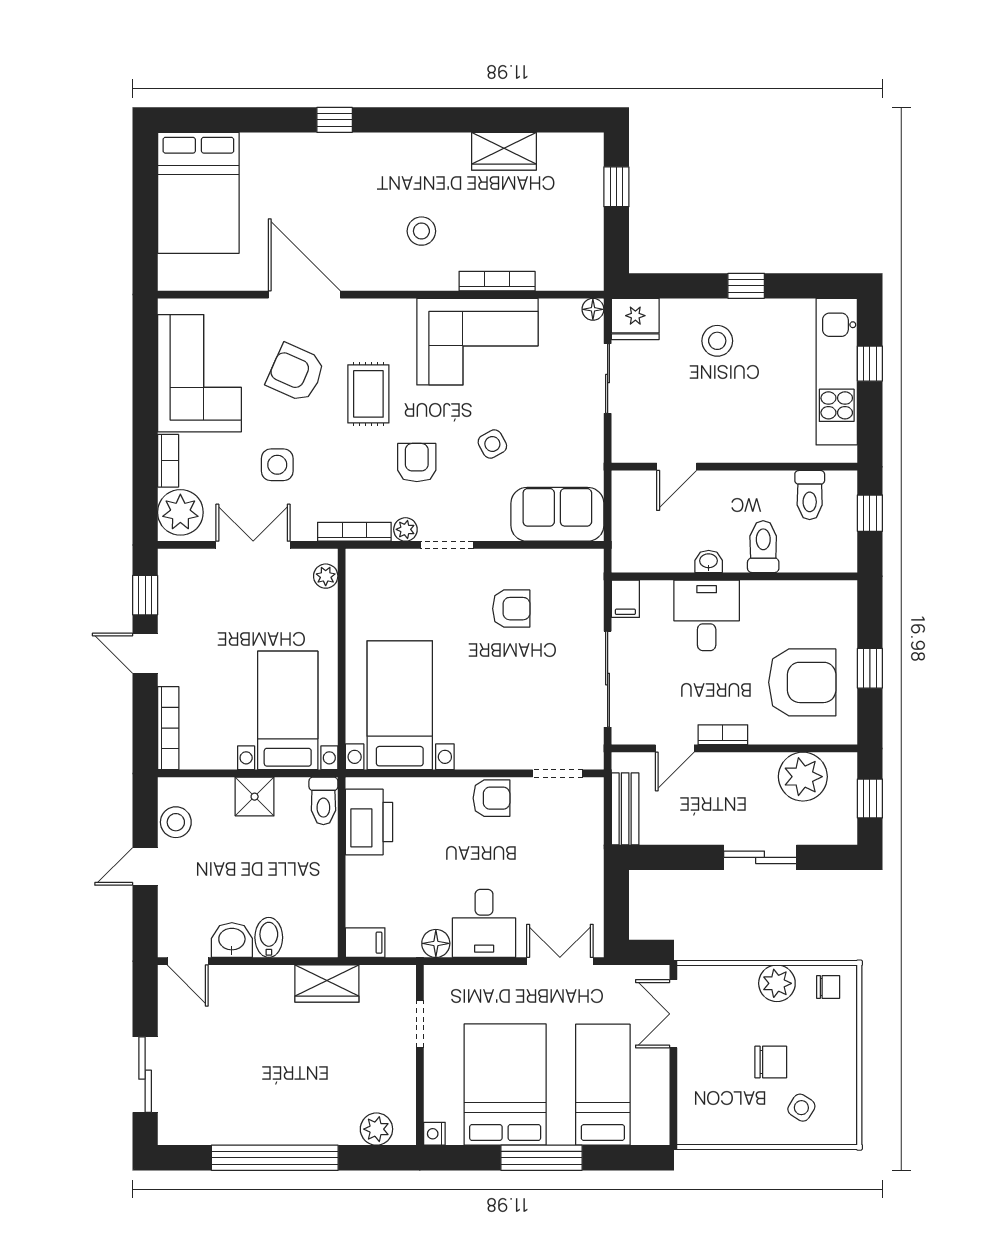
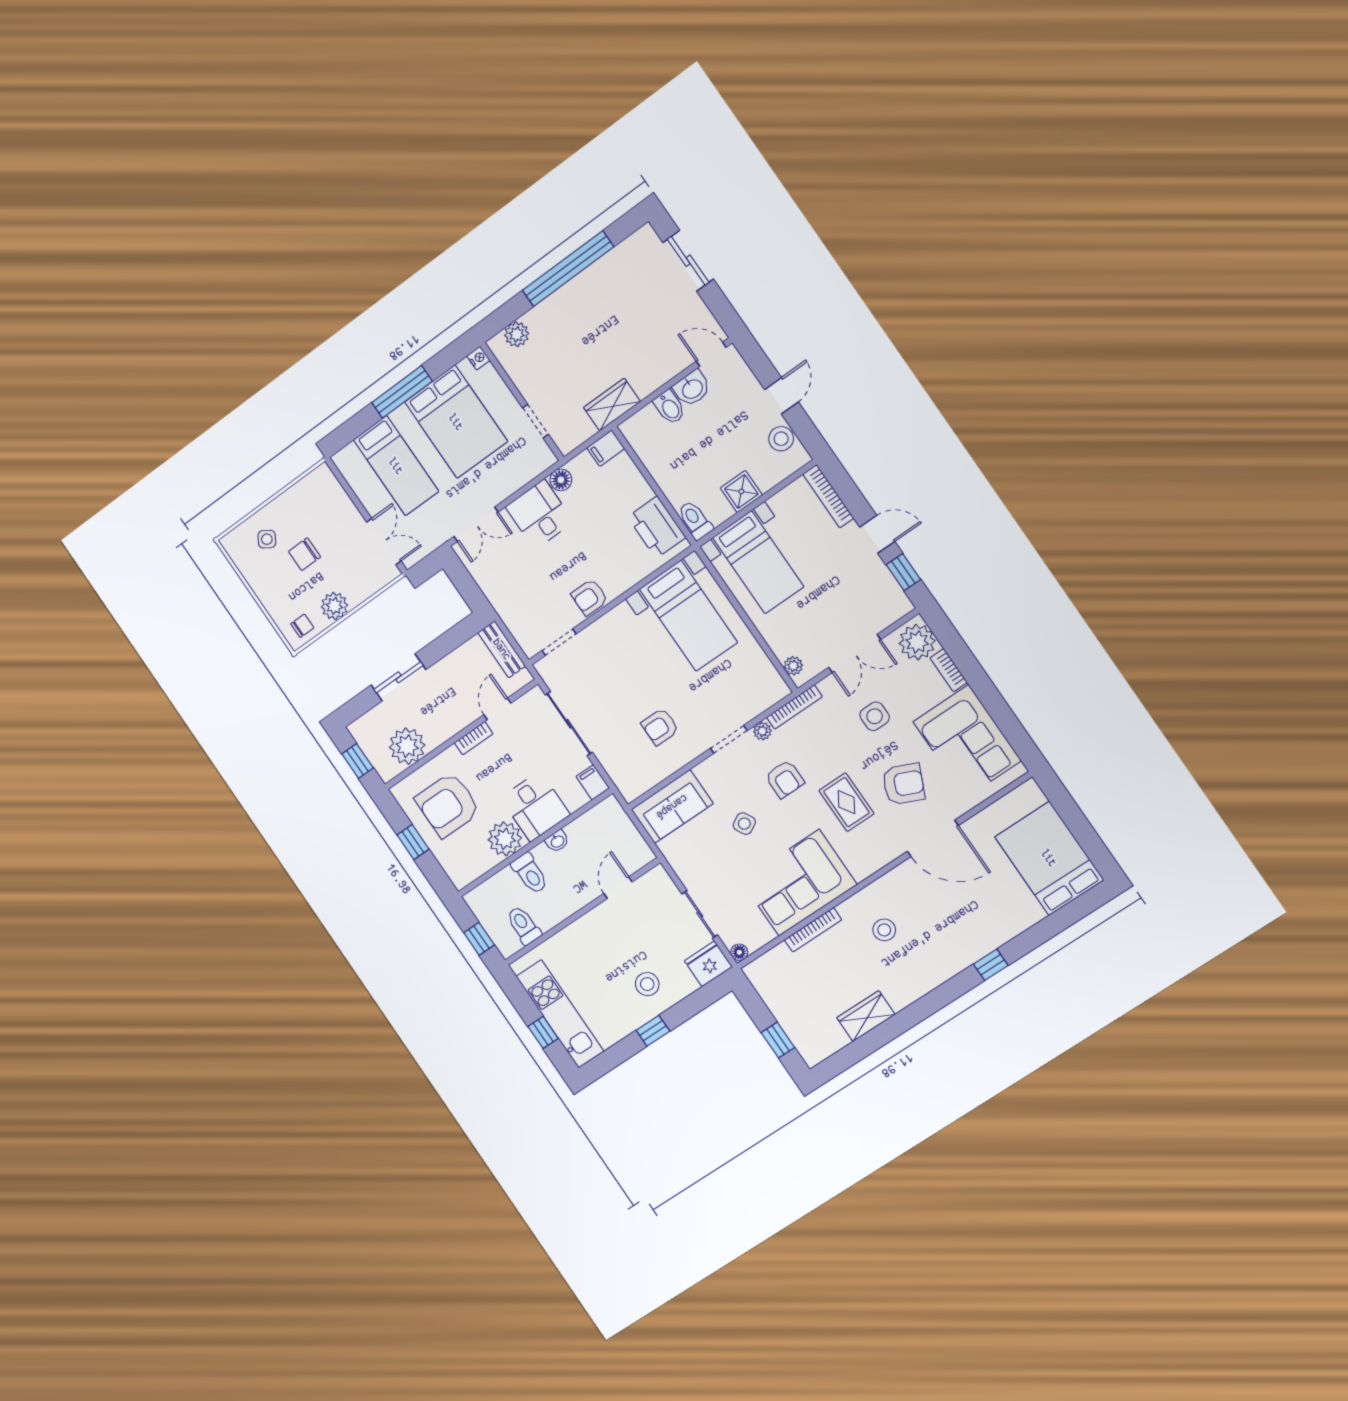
plant: (765, 603) -> (505, 839), added
chair: (828, 987) -> (302, 626), turned 180

